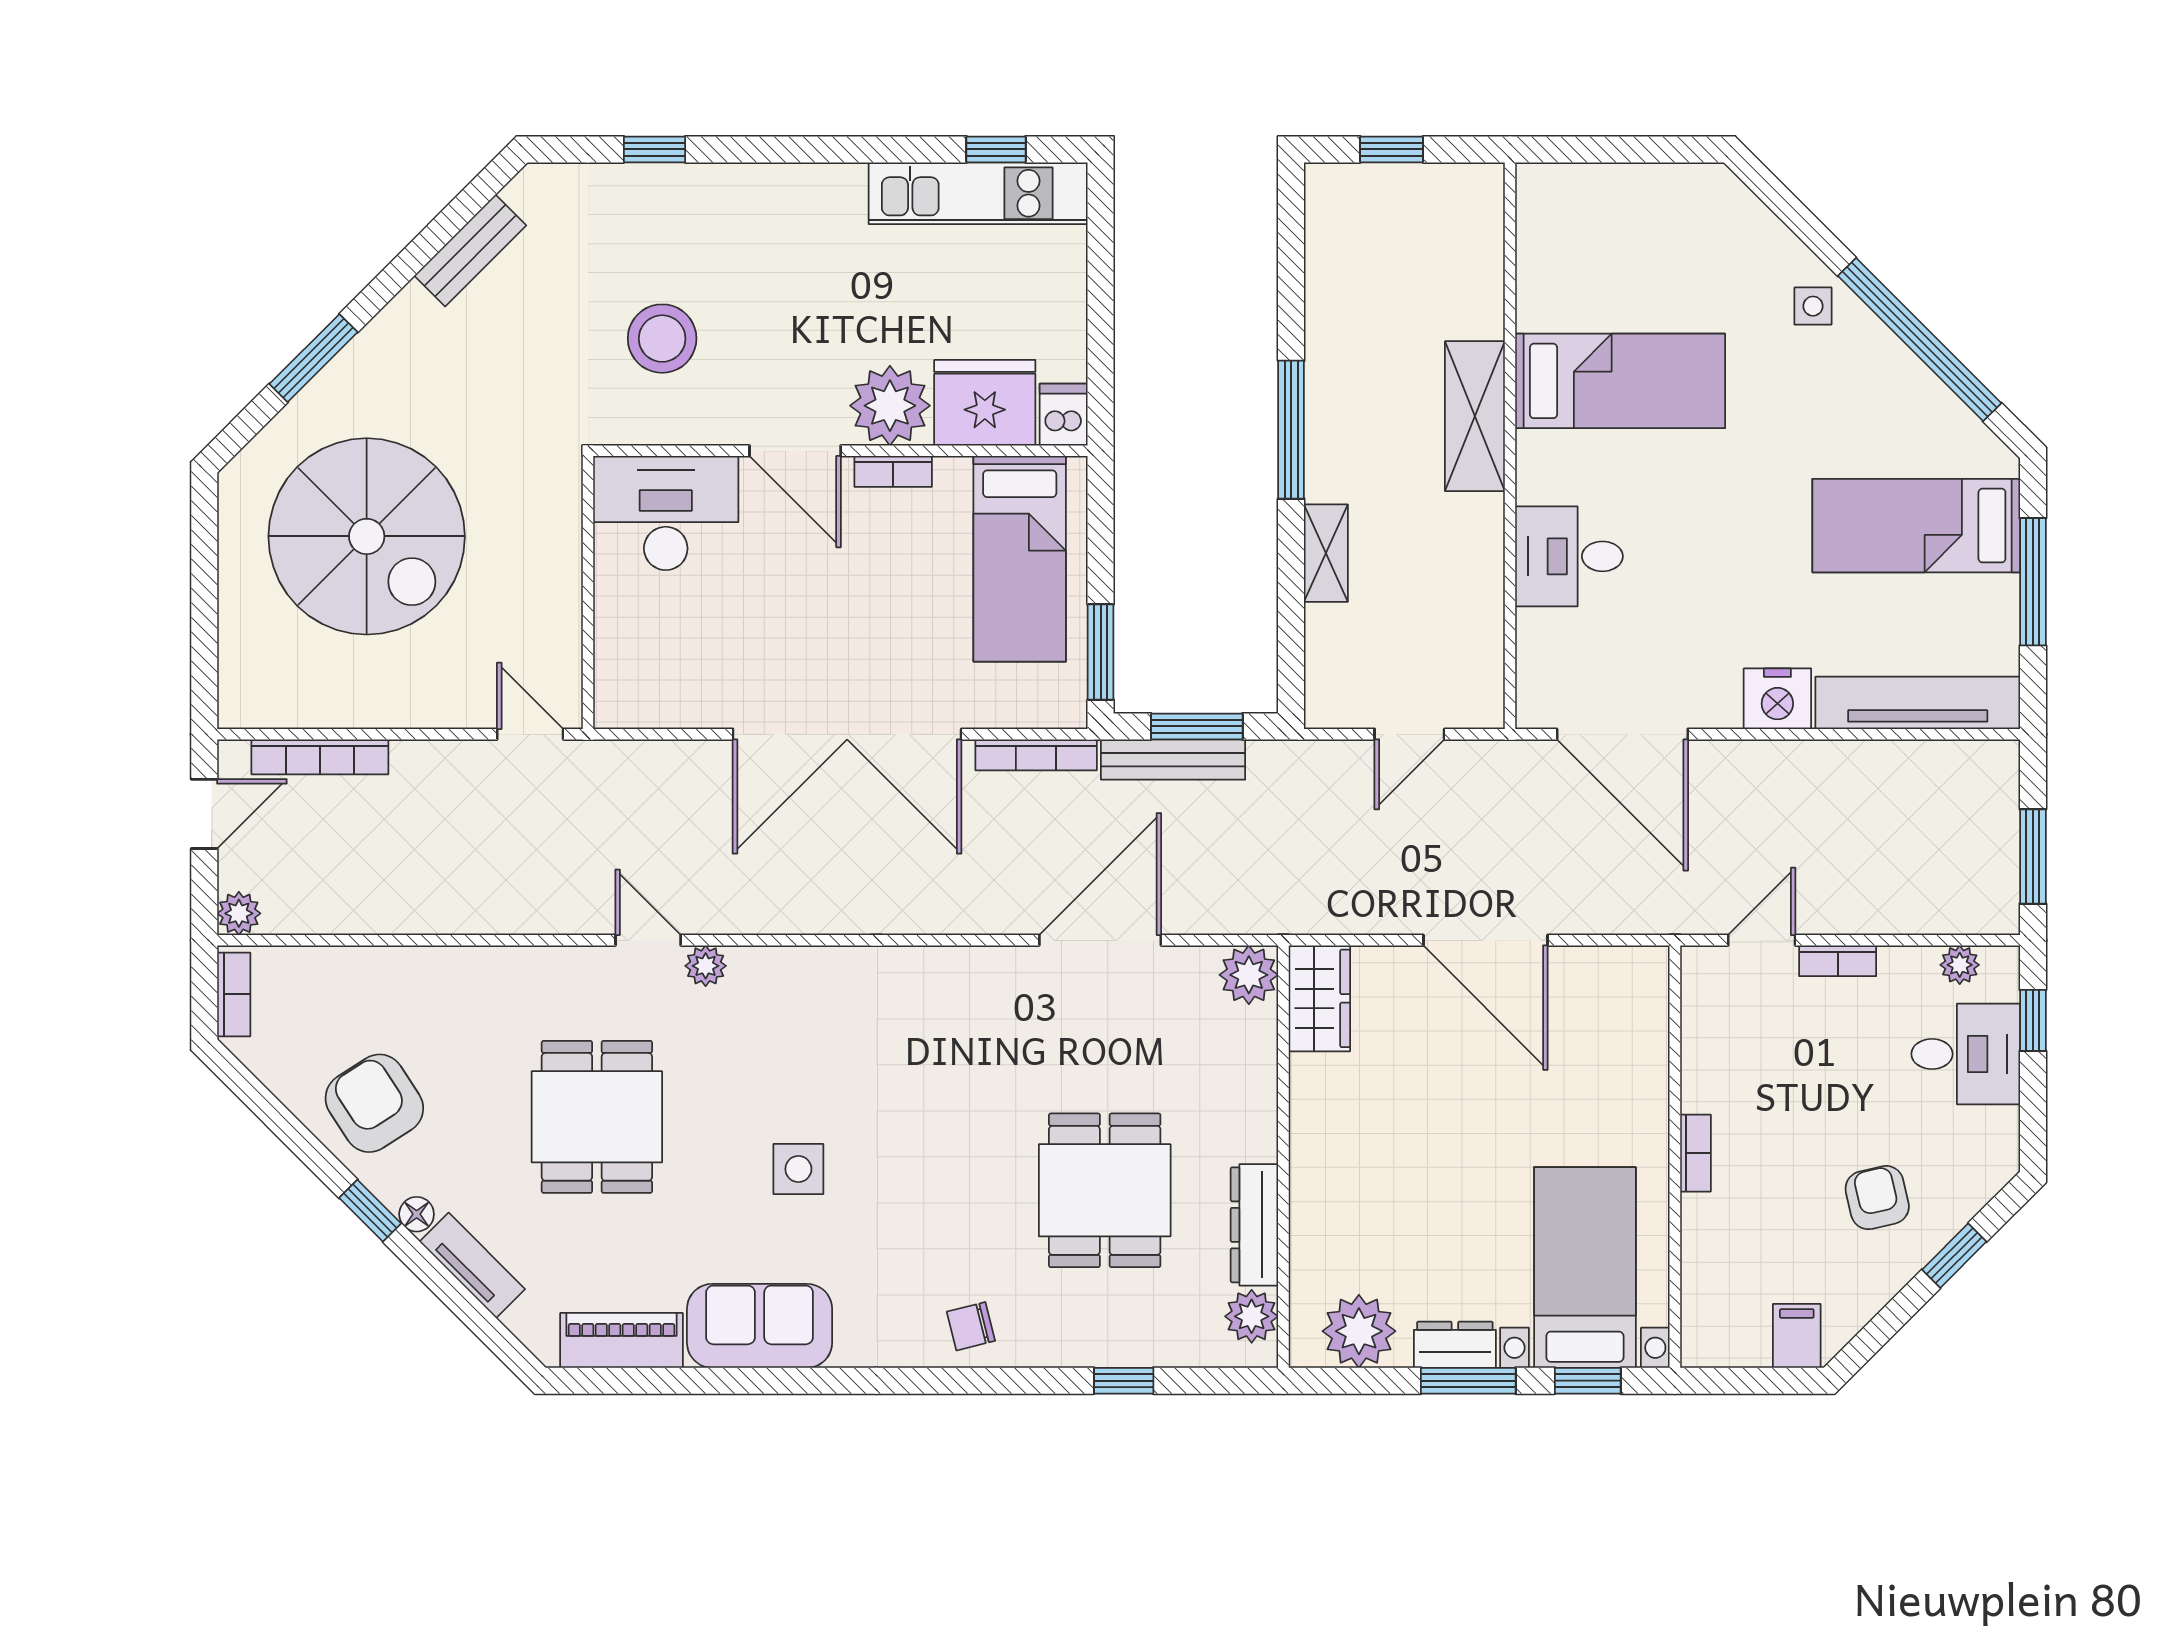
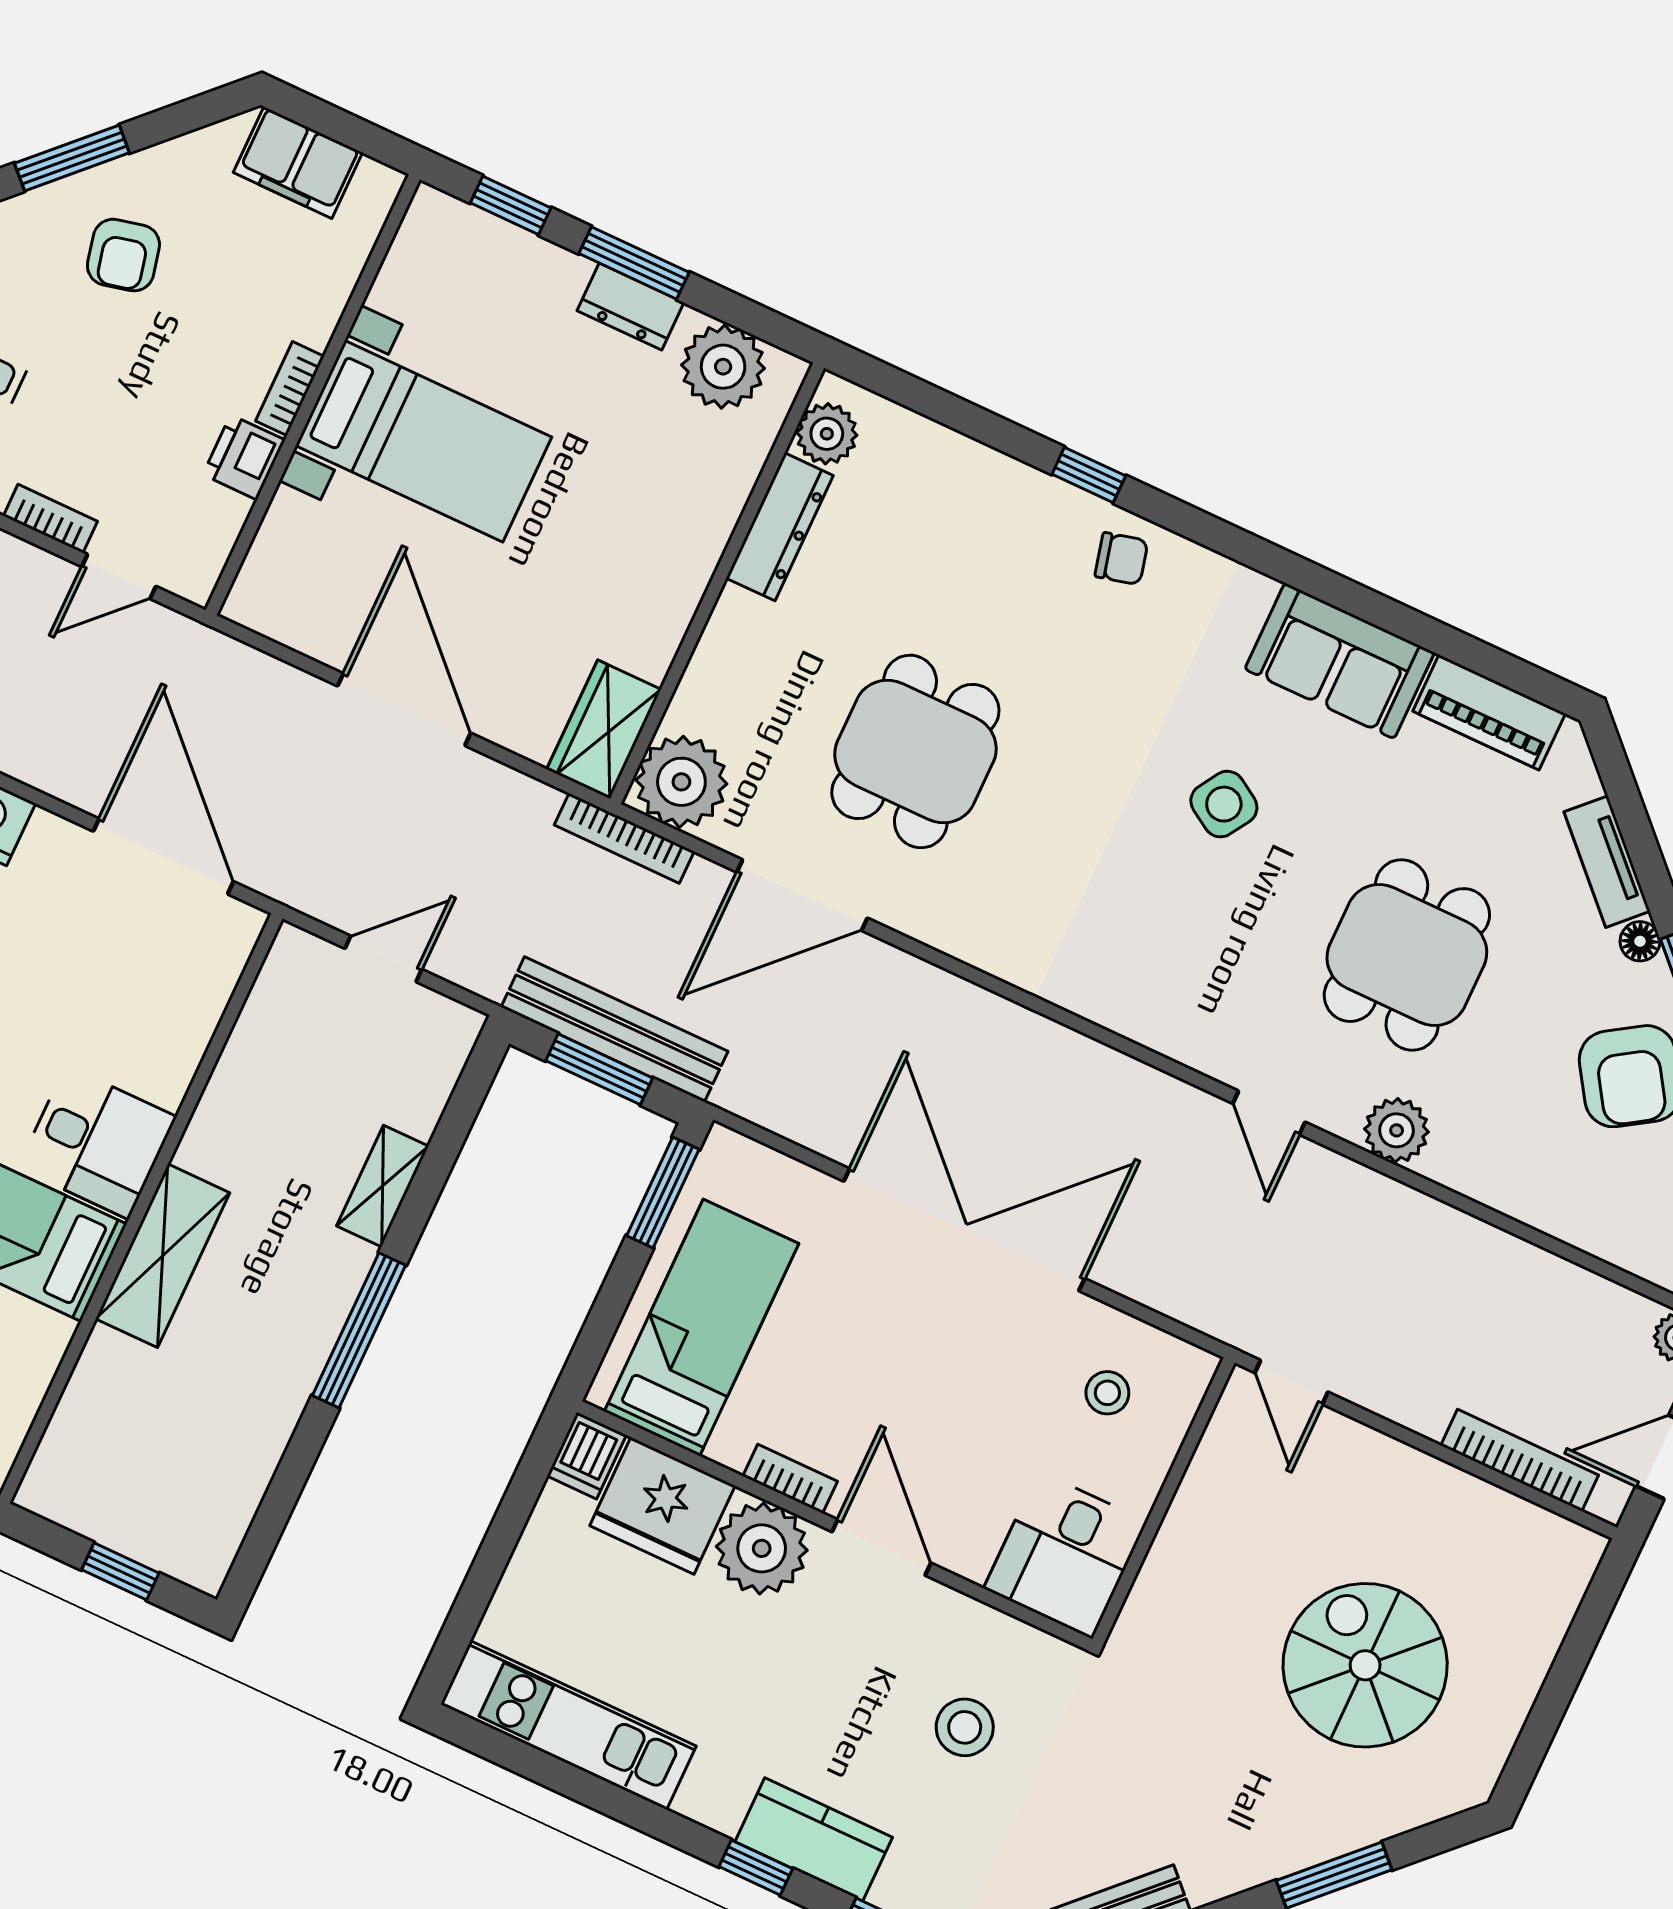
window: (996, 149) -> (756, 1868), moved
kitchen counter: (741, 193) -> (814, 1840), added
stool: (662, 339) -> (965, 1727), width x0.73, depth x0.73
desk: (666, 513) -> (1065, 1555), width x0.73
spiral stairs: (367, 536) -> (1365, 1665), width x0.73, depth x0.73
desk: (1569, 556) -> (97, 1142), moved
stool: (673, 658) -> (1107, 1393), added
bookcase: (1036, 755) -> (624, 838), moved, turned 180
bench: (1173, 760) -> (614, 1029), width x1.37, depth x1.21
plant: (706, 966) -> (1397, 1130), moved, width x1.38, depth x1.38
plant: (1249, 975) -> (681, 782), width x1.36, depth x1.36
printer: (1707, 1081) -> (244, 457), added
side table: (798, 1169) -> (1224, 804), turned 32
dining table: (1105, 1190) -> (915, 751), moved
window: (1954, 1256) -> (72, 158), width x1.50
bed with nightstands: (1585, 1267) -> (424, 441), moved, turned -90
filing cabinet: (1797, 1336) -> (298, 163), width x2.00
window: (1124, 1381) -> (1089, 475), moved

